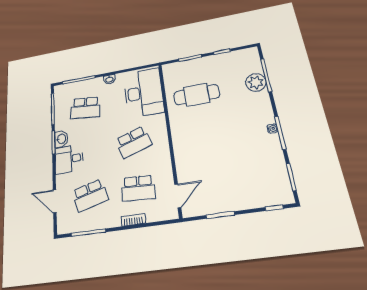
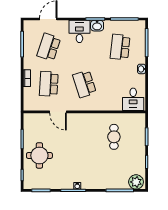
plant: (256, 82) -> (136, 182), moved
desk: (143, 93) -> (133, 99), width x0.53, depth x0.77
cafe table: (197, 95) -> (114, 137), width x0.73, depth x0.74
round table: (240, 187) -> (39, 155), added
school desk: (90, 195) -> (49, 47), turned 33
door: (178, 196) -> (58, 112), moved

